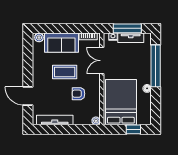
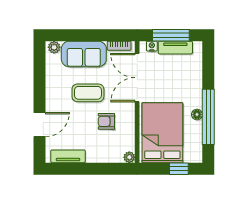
double door: (102, 61) -> (137, 78), width x1.37
window: (156, 66) -> (208, 117), moved
door: (28, 96) -> (40, 125), swing flipped
tv unit: (55, 120) -> (68, 156), width x0.71

